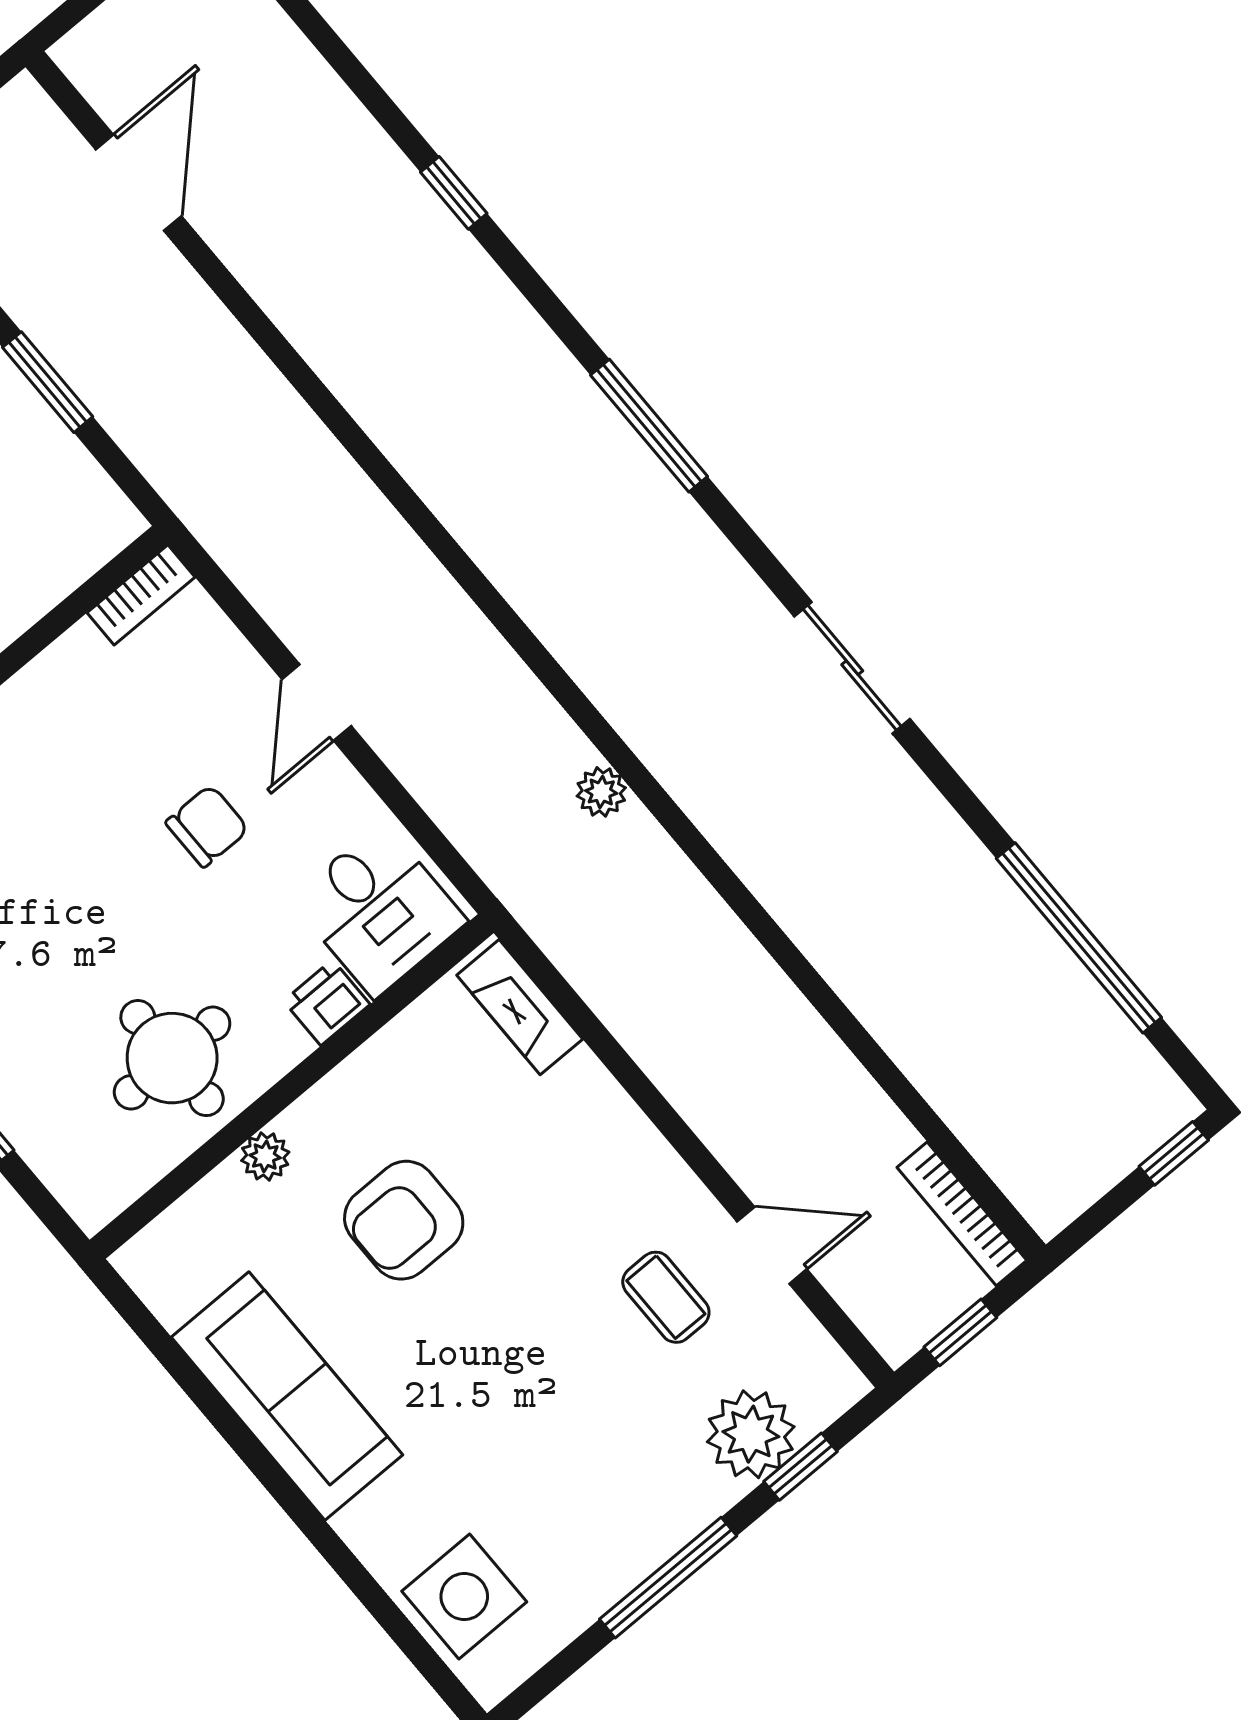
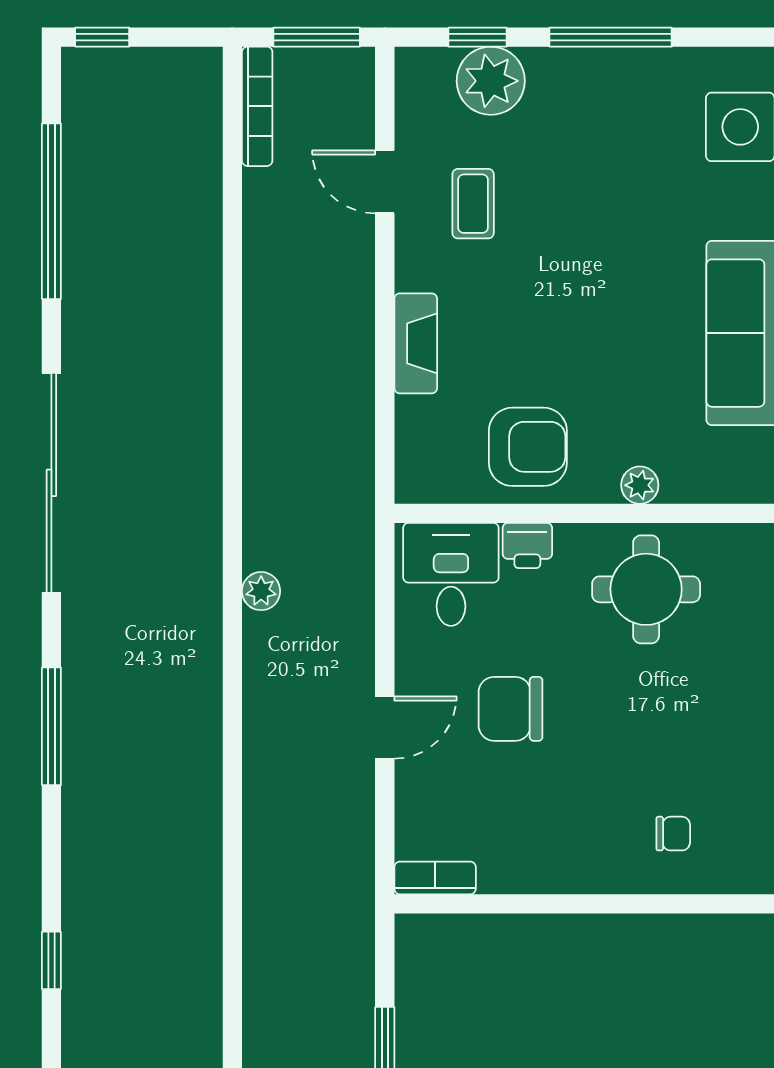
sliding door: (852, 668) -> (51, 483), width x1.86
plant: (601, 792) -> (261, 591), moved
chair: (207, 826) -> (510, 709), width x1.37, depth x1.37
fireplace: (520, 1007) -> (416, 343), moved
armchair: (404, 1220) -> (528, 447), moved
window: (960, 1332) -> (317, 37), width x1.50

